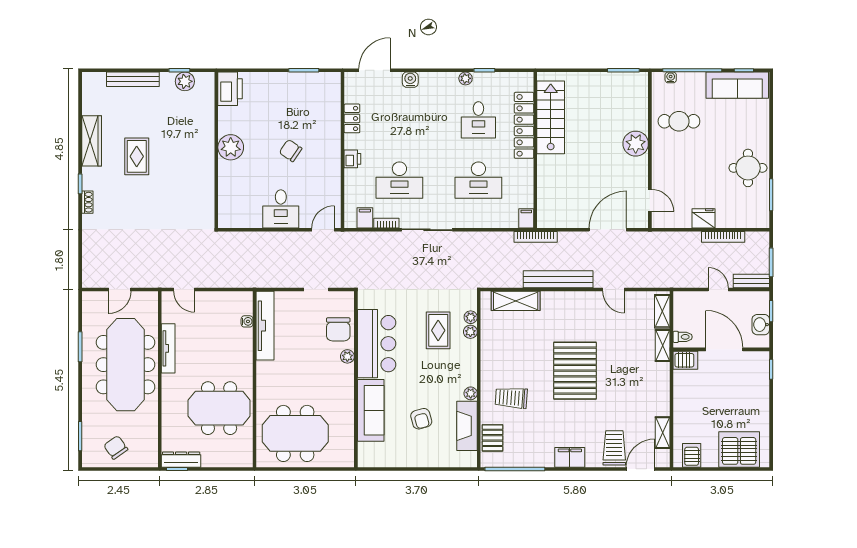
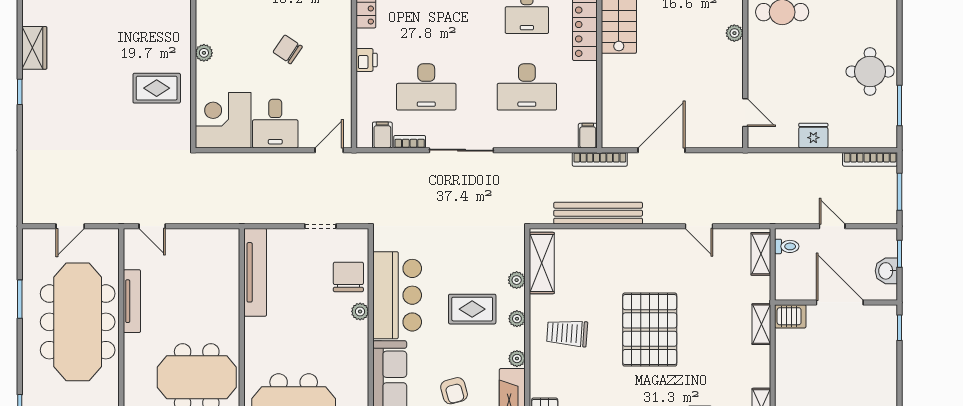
wardrobe: (92, 141) -> (34, 48), width x0.67
plant: (636, 144) -> (734, 33), width x0.53, depth x0.53
plant: (231, 147) -> (204, 53), width x0.53, depth x0.53
rug: (137, 156) -> (157, 88), moved, turned 90
shoe rack: (87, 202) -> (29, 115), removed
corner desk: (240, 206) -> (223, 120), added
door: (608, 230) -> (661, 150), moved
bookcase: (723, 237) -> (870, 159), moved
bench: (558, 279) -> (598, 213), moved
bench: (751, 281) -> (874, 215), removed
shelving: (516, 301) -> (542, 263), moved, turned 90
plant: (471, 317) -> (517, 319), moved
water cooler: (247, 321) -> (232, 267), removed
chair: (338, 329) -> (348, 277), turned 180
rug: (438, 330) -> (472, 309), moved, turned 90
toilet: (683, 337) -> (787, 246), moved
shelving: (663, 346) -> (761, 324), moved
trolley: (511, 398) -> (567, 333), moved

